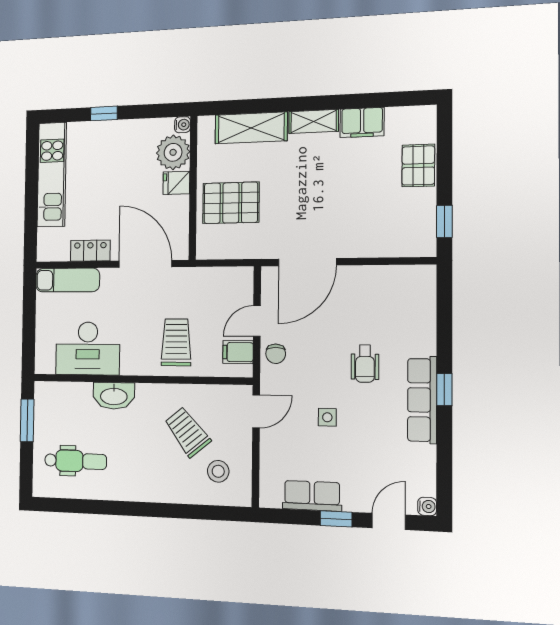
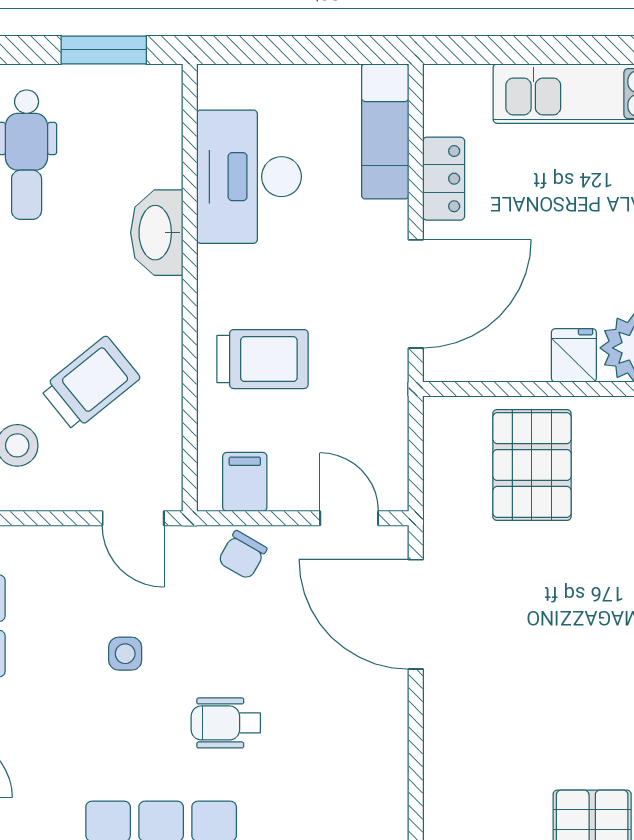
door: (257, 321) -> (349, 518), moved
chair: (276, 354) -> (242, 555), turned -60

